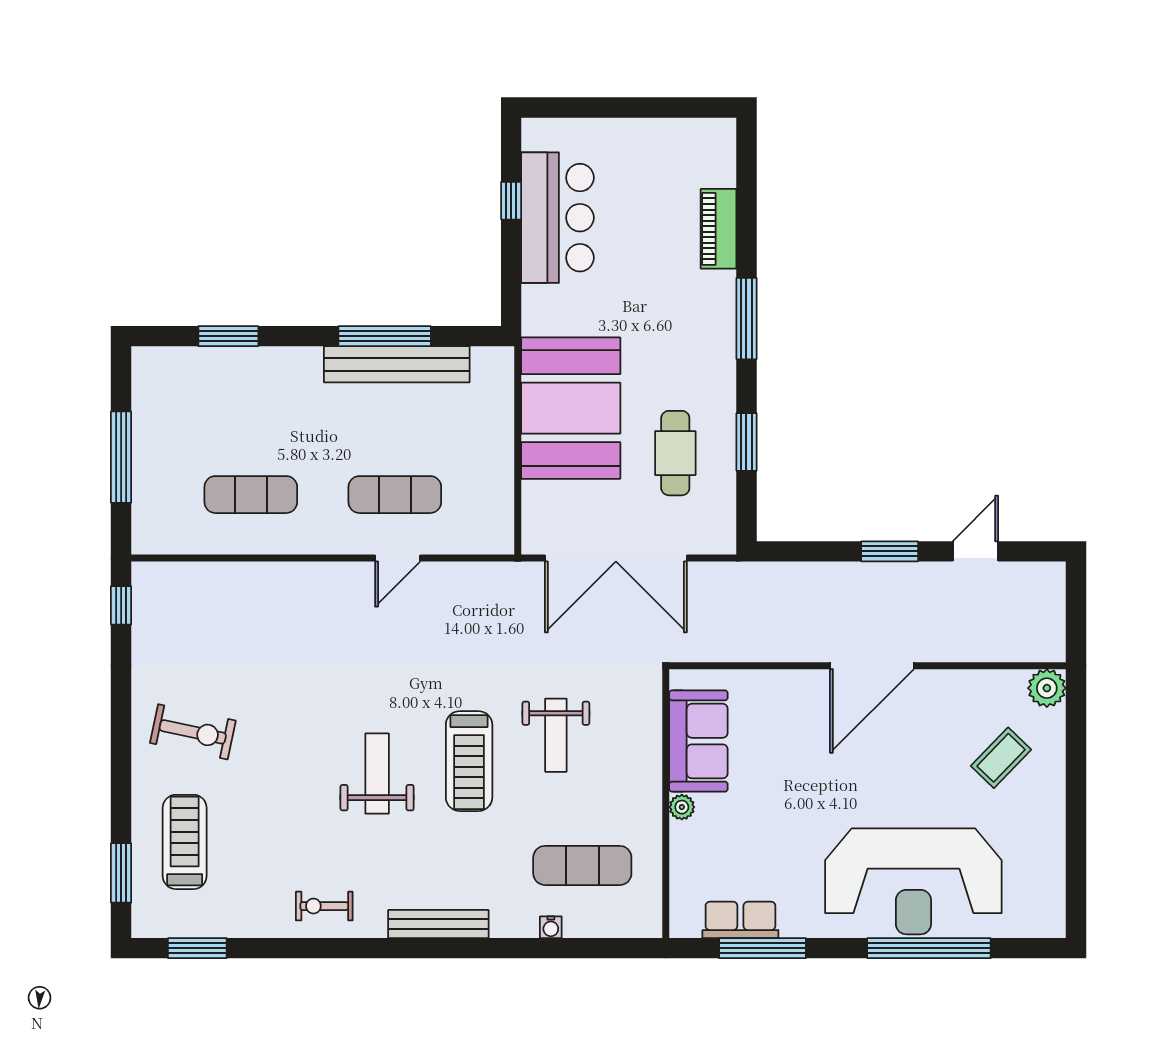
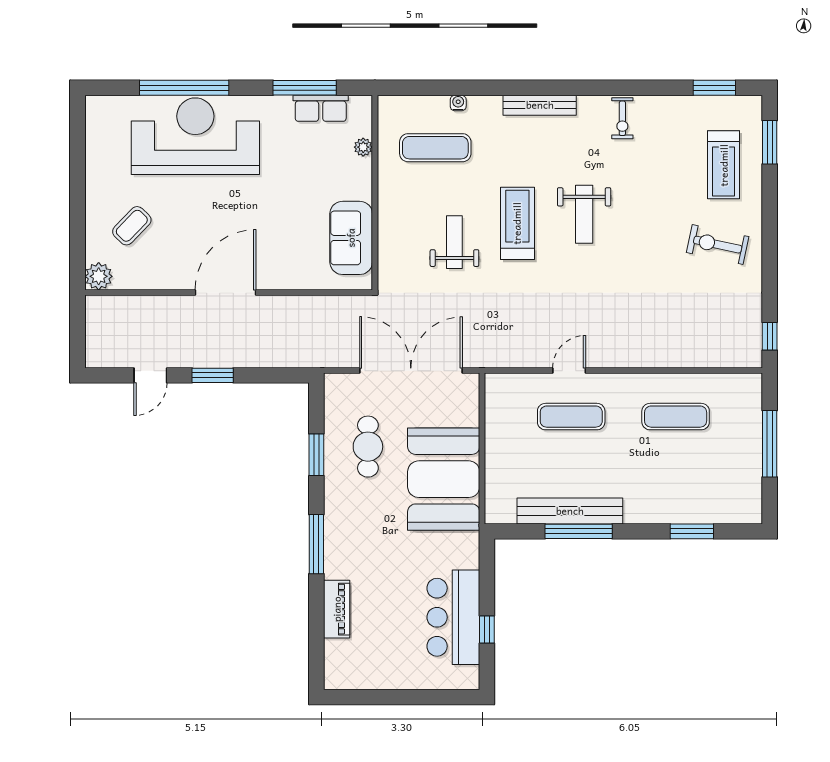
plant: (682, 807) -> (363, 147), moved
exercise bike: (324, 906) -> (622, 118), turned 90

